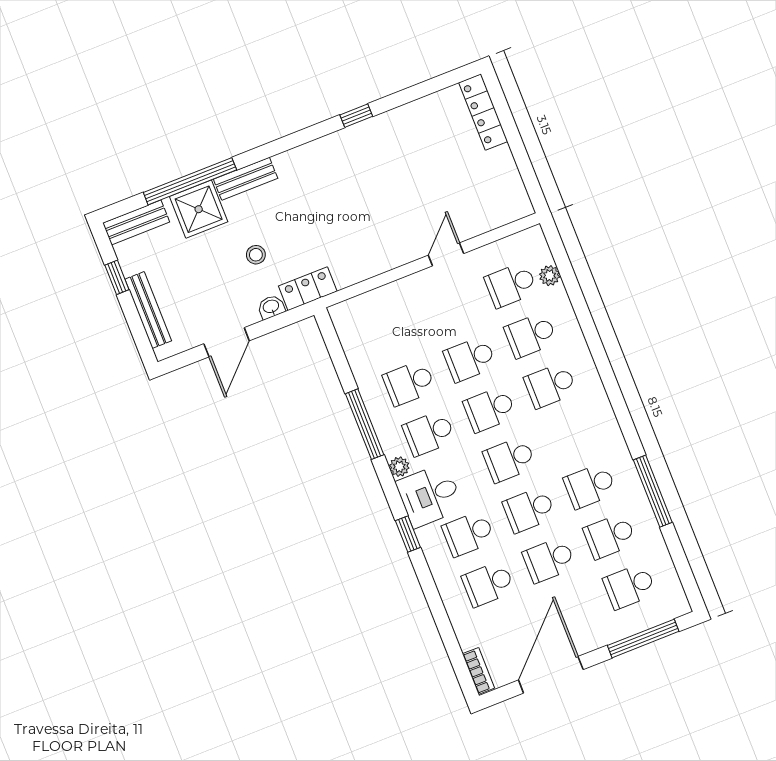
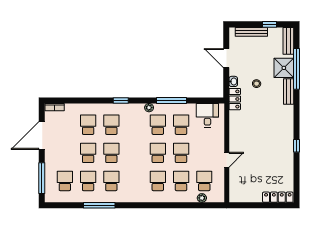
door: (446, 254) -> (227, 160), hinge flipped
school desk: (509, 459) -> (135, 153), removed
desk: (430, 495) -> (207, 115), moved
door: (551, 675) -> (42, 135), swing flipped

